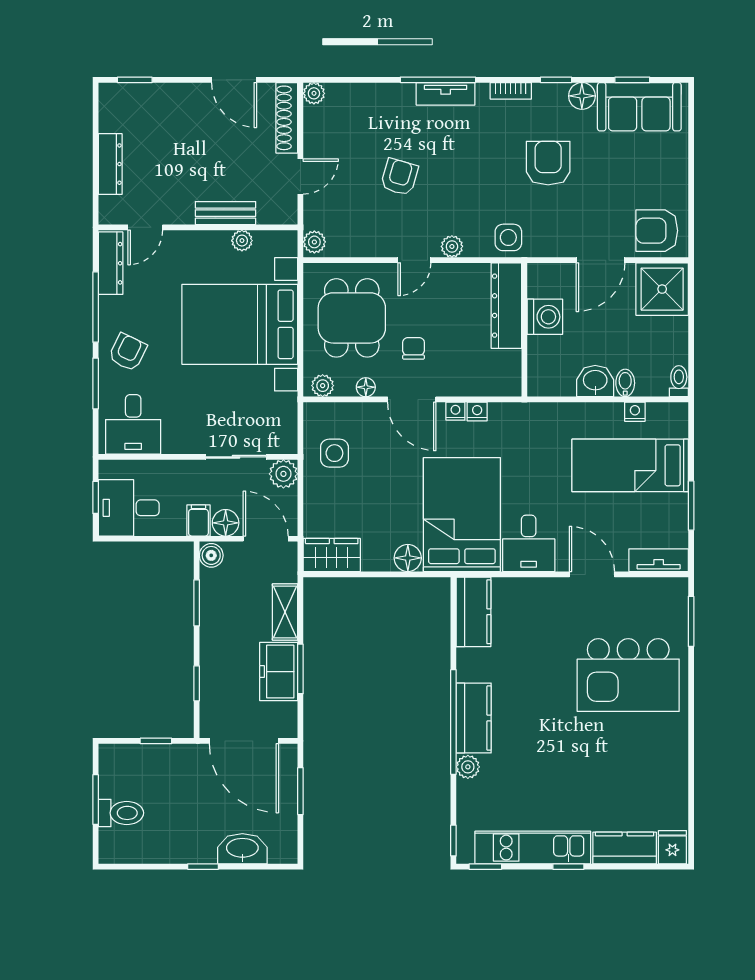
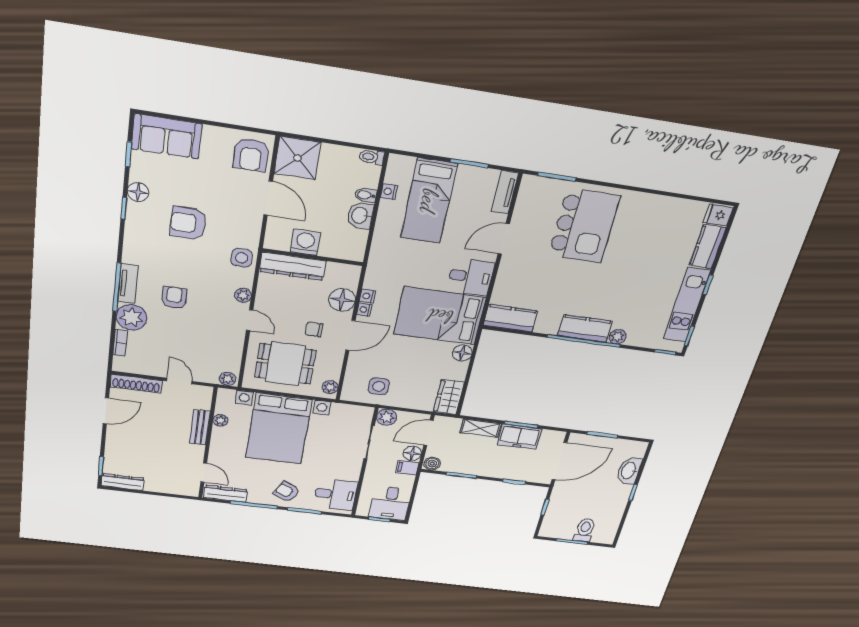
bookcase: (511, 91) -> (120, 343), moved
plant: (314, 93) -> (131, 317), moved, width x1.88, depth x1.88
sofa: (639, 107) -> (167, 136), moved, turned 90
dresser: (110, 164) -> (123, 482), moved
armchair: (399, 177) -> (174, 298), moved, turned 74
floor lamp: (366, 387) -> (342, 300), moved, width x1.89, depth x1.89

